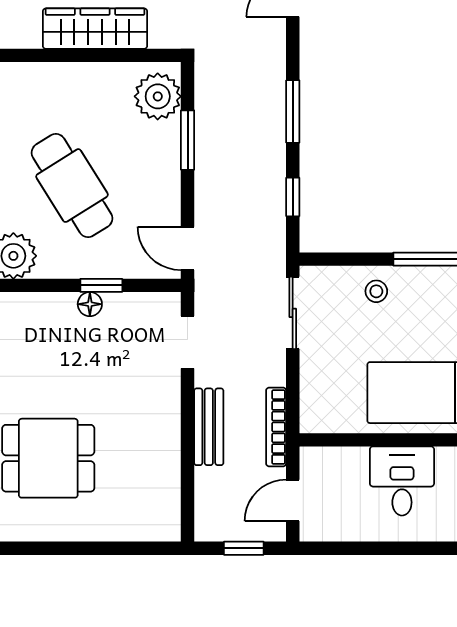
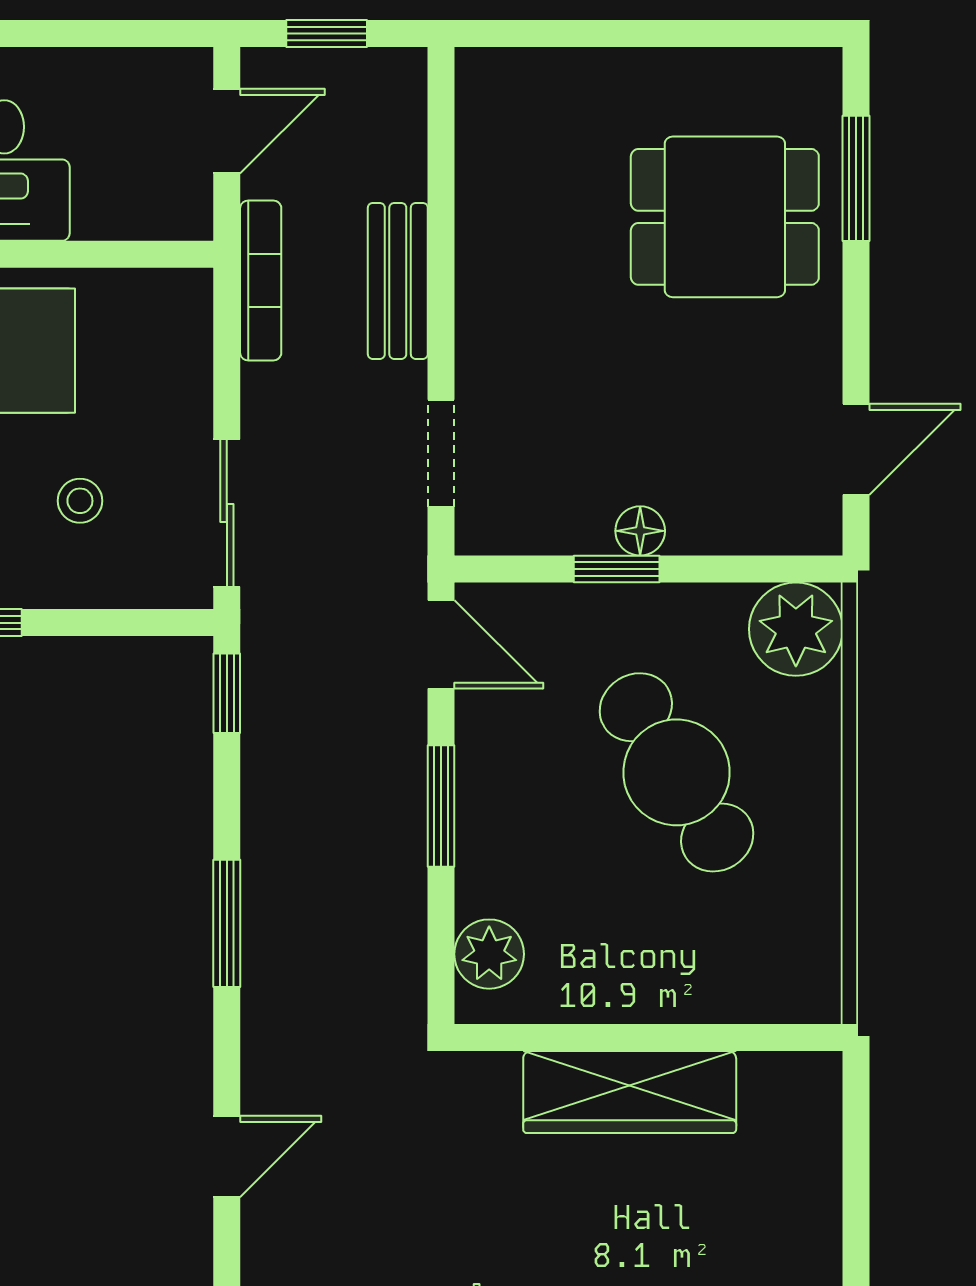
plant: (158, 96) -> (489, 954), width x0.73, depth x0.73
window: (188, 140) -> (441, 806), moved
window: (293, 197) -> (227, 693), moved
stool: (376, 291) -> (80, 501), moved

